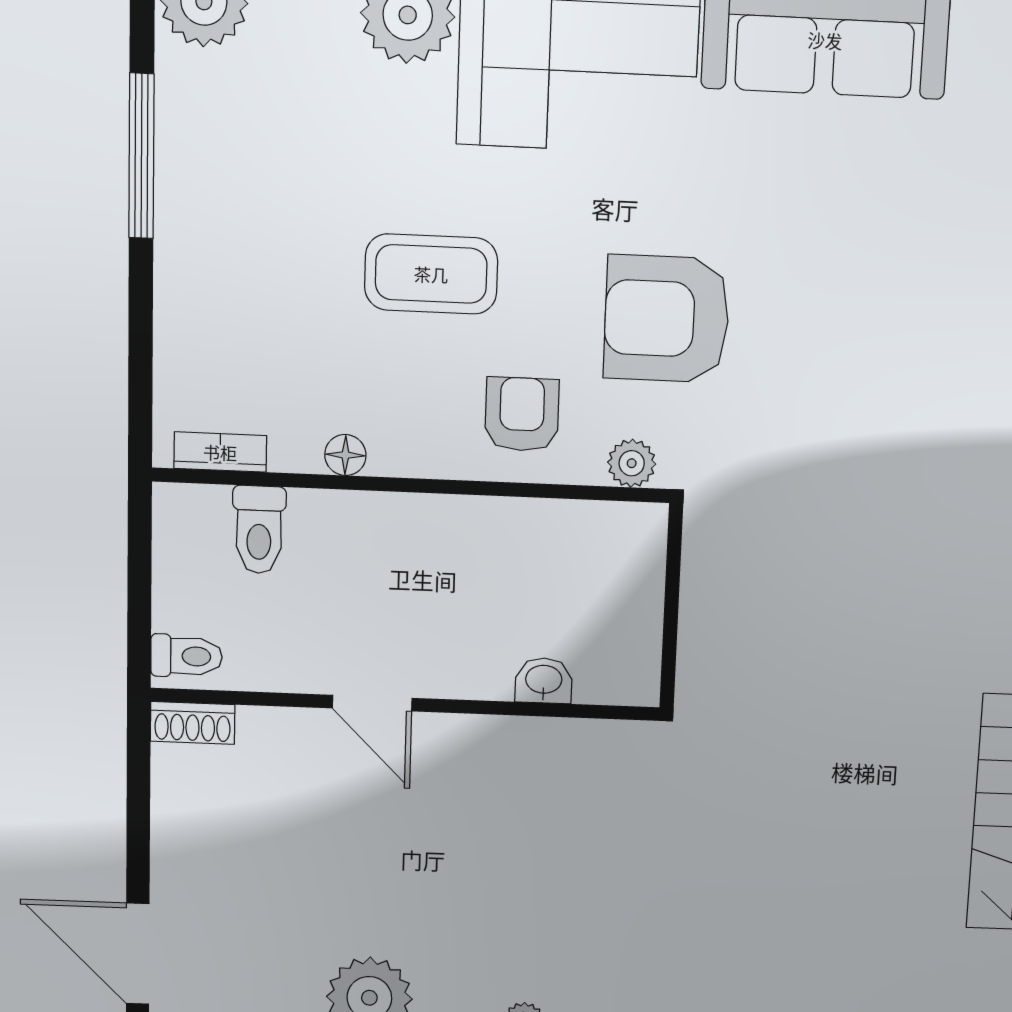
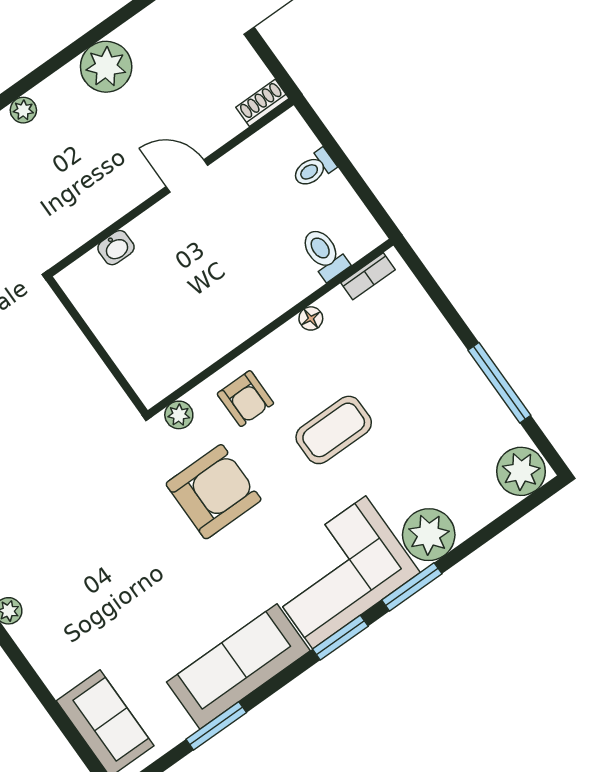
washbasin: (544, 681) -> (116, 248), moved
door: (372, 703) -> (187, 176), moved
wall: (406, 704) -> (171, 187), moved
shoe rack: (193, 723) -> (262, 103), moved

